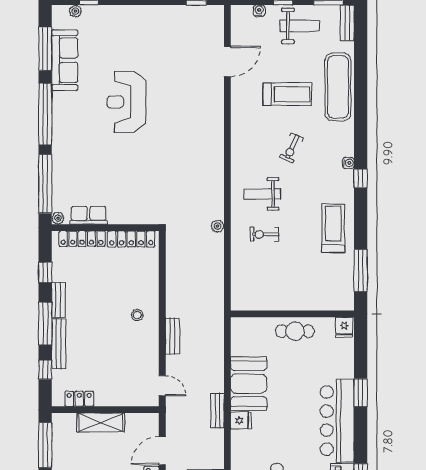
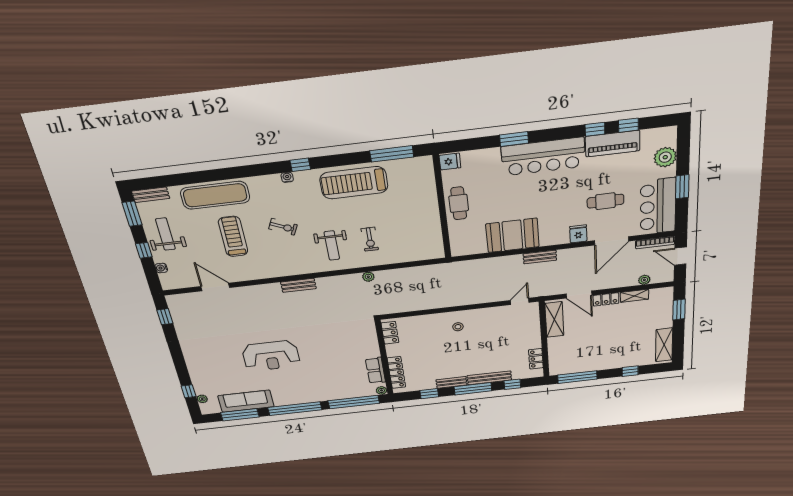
treadmill: (333, 228) -> (354, 183), width x1.37, depth x1.38
locker: (131, 239) -> (390, 333), width x0.66
bench: (172, 336) -> (298, 285), moved
fridge: (241, 421) -> (578, 234), moved
shelving: (101, 422) -> (554, 319), moved

